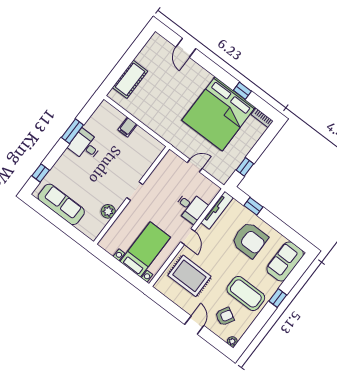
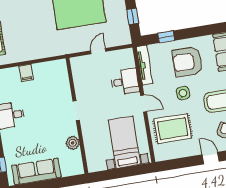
armchair: (250, 240) -> (187, 62), turned 180
side table: (223, 259) -> (183, 93), added

